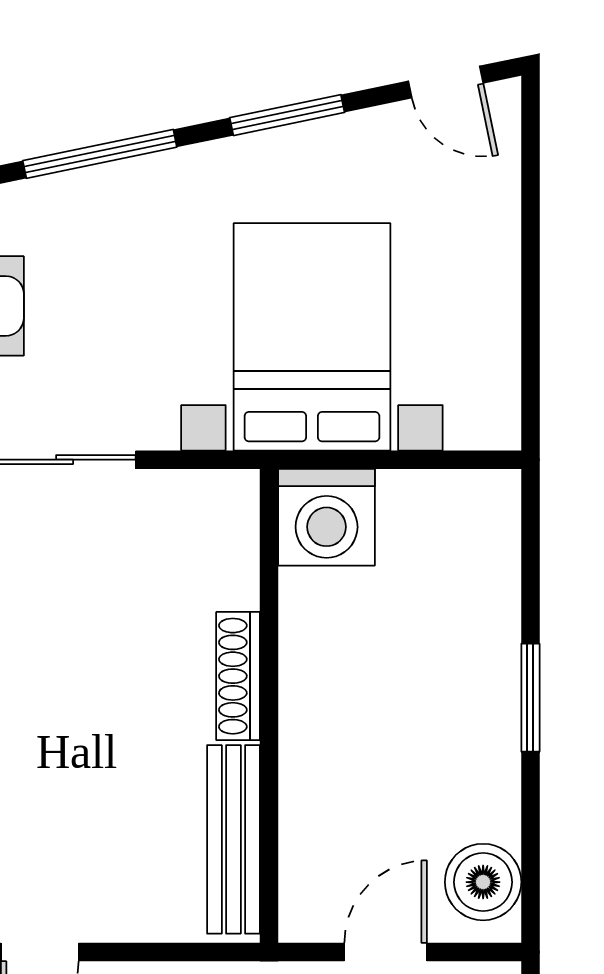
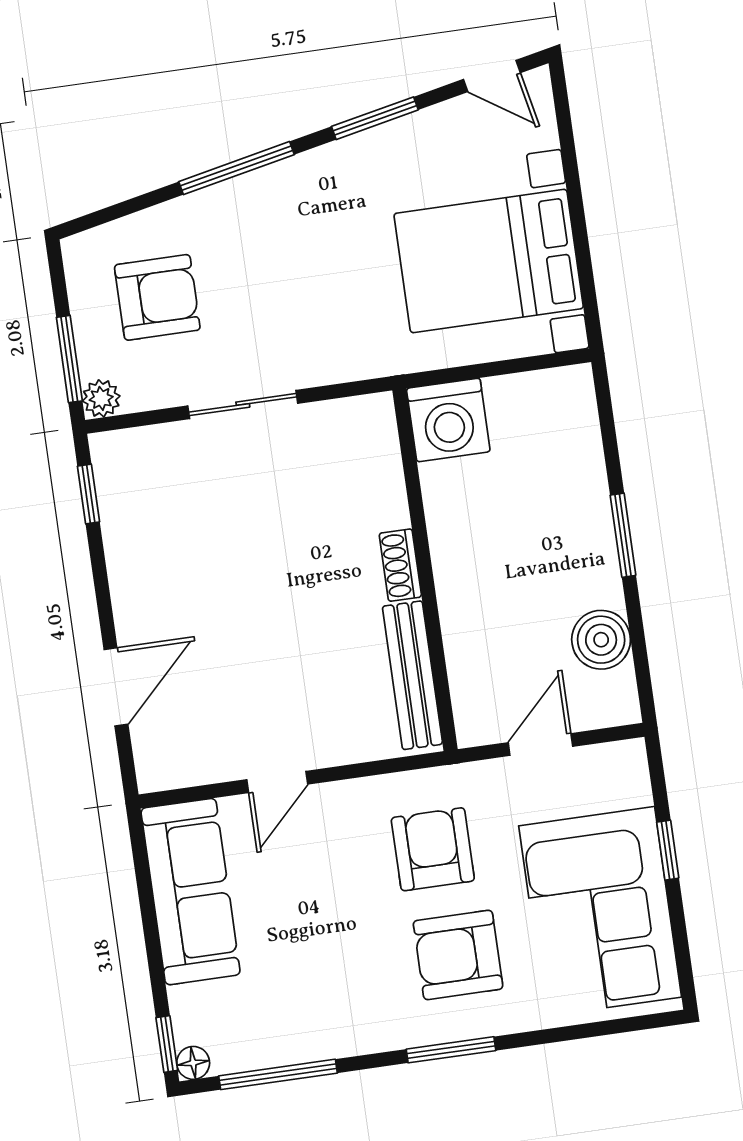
bed with nightstands: (312, 337) -> (489, 261), moved, turned -90
shoe rack: (238, 676) -> (400, 565), width x0.70
boiler: (483, 882) -> (601, 640), moved

